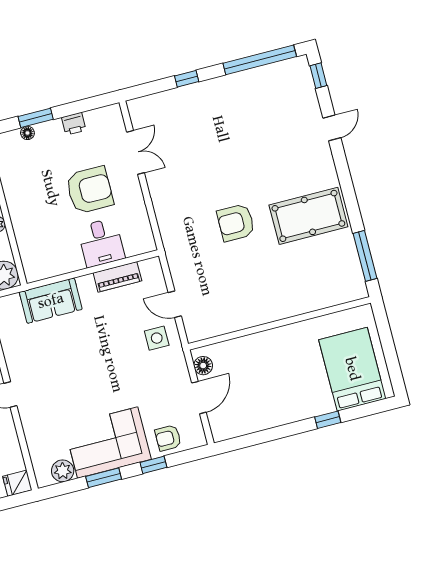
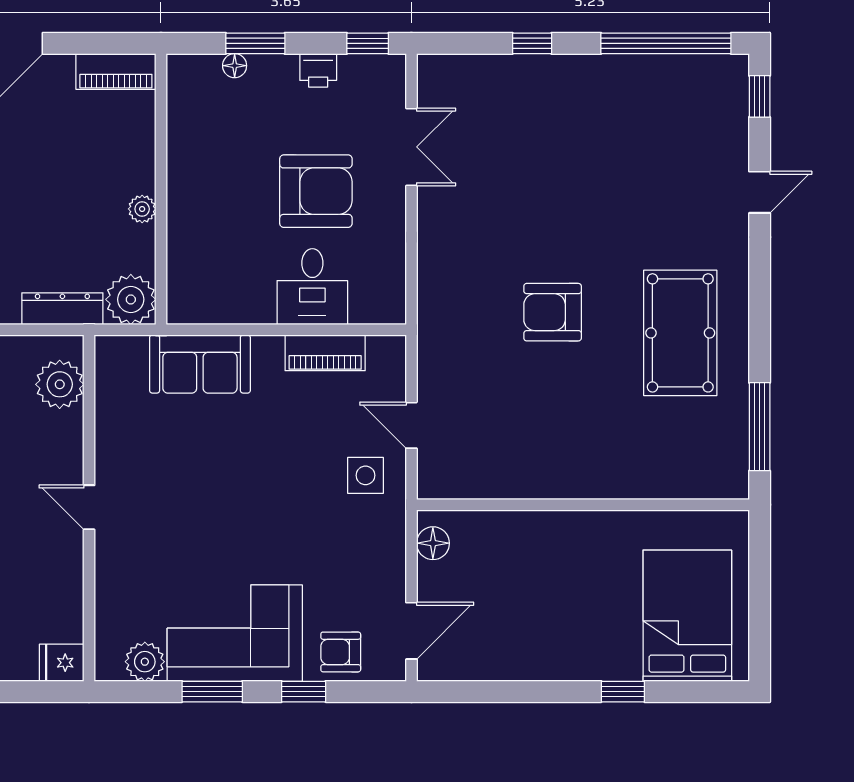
window: (97, 102) -> (368, 43), added
pool table: (308, 216) -> (680, 333), turned 90
door: (199, 398) -> (411, 631), moved

